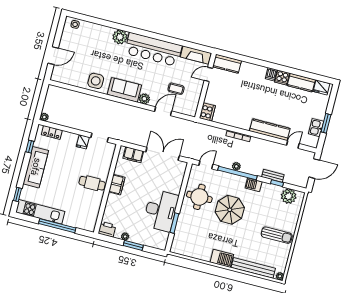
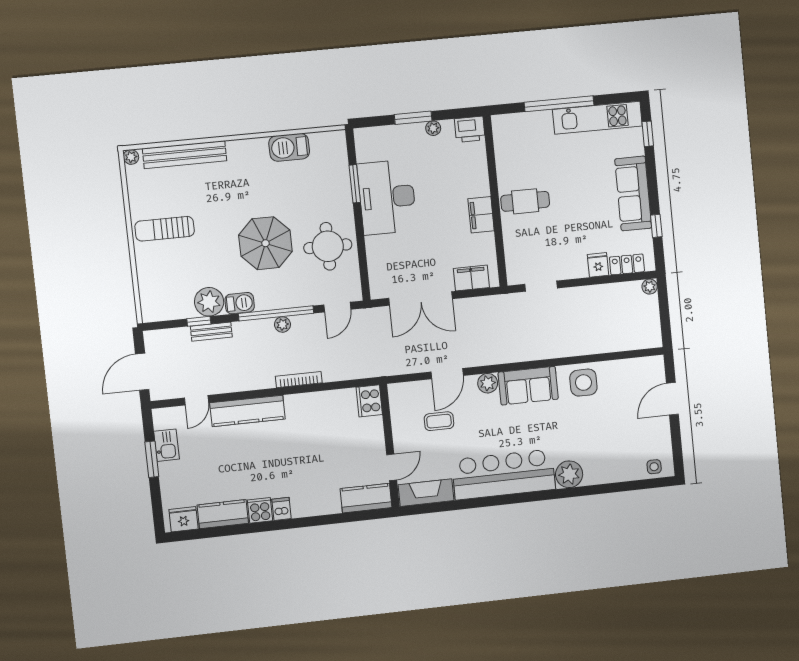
fridge: (83, 142) -> (598, 265), moved
plant: (289, 196) -> (209, 302), moved
barbecue: (222, 258) -> (289, 147), moved

